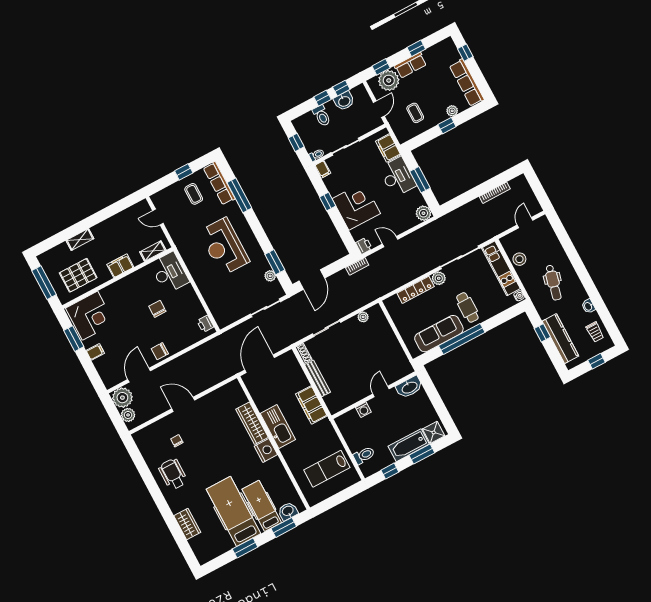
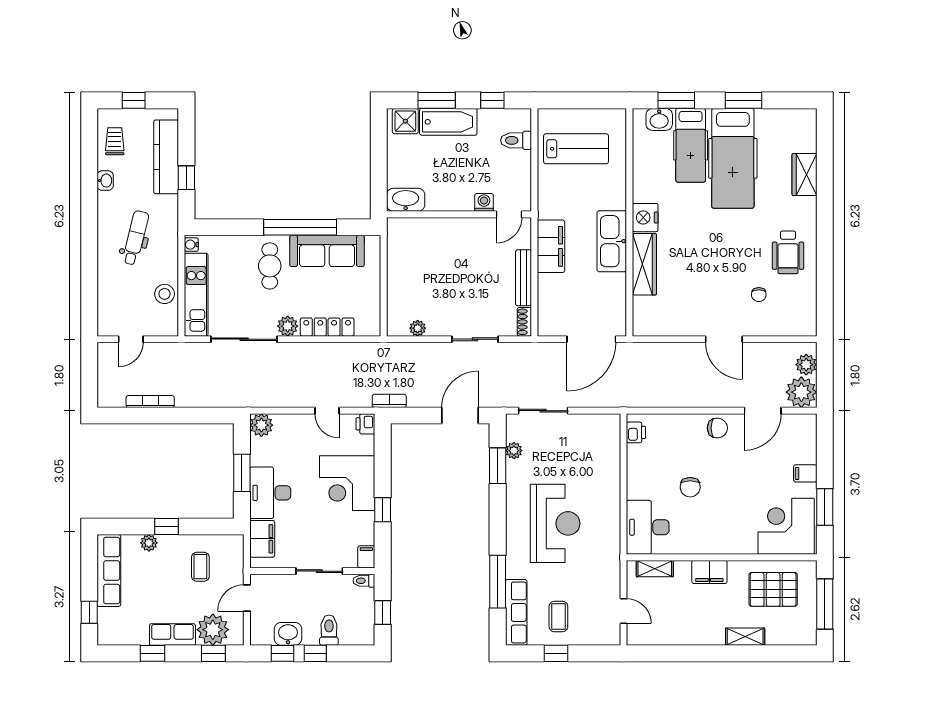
door: (381, 391) -> (509, 214), moved

